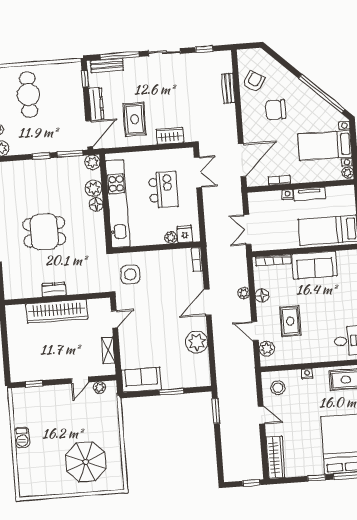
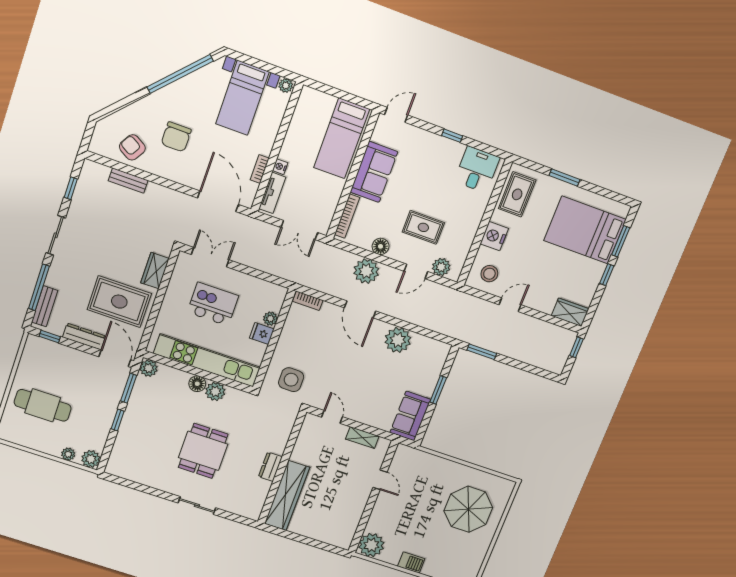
rug: (135, 119) -> (119, 302), width x1.36, depth x1.43
plant: (94, 188) -> (215, 391), moved
tv unit: (310, 194) -> (272, 193), moved
fridge: (185, 234) -> (262, 333), moved
plant: (244, 293) -> (366, 271), width x1.87, depth x1.87
wardrobe: (57, 311) -> (287, 496), moved
nightstand: (307, 374) -> (494, 236), width x1.89, depth x1.79
window: (34, 384) -> (361, 528), removed
plant: (99, 388) -> (371, 545), moved, width x1.87, depth x1.87
wardrobe: (275, 457) -> (570, 312), width x0.67

